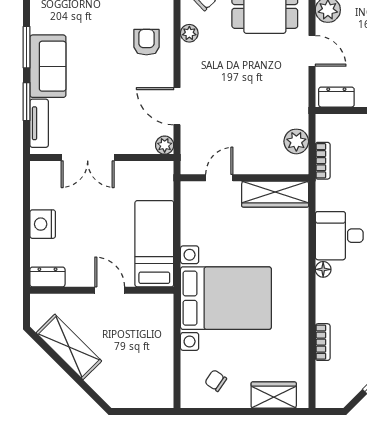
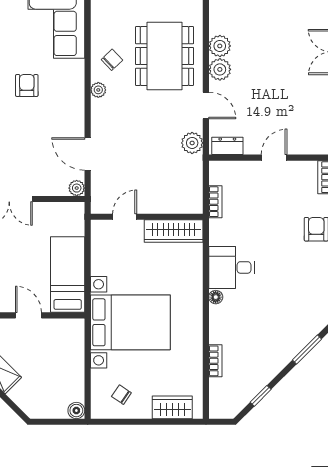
armchair: (146, 42) -> (27, 85), moved
plant: (296, 141) -> (192, 143), moved
boiler: (164, 399) -> (76, 411), added

